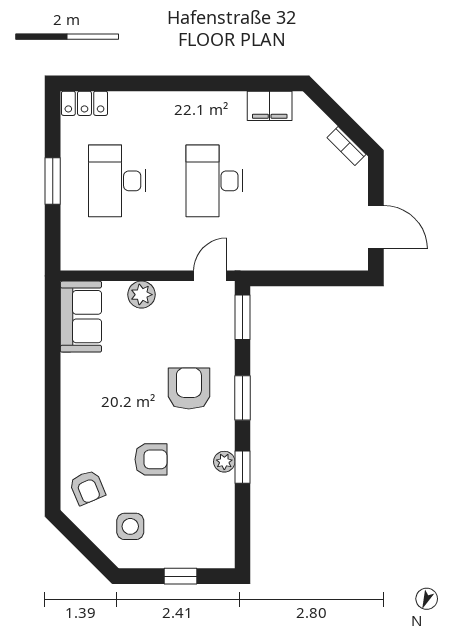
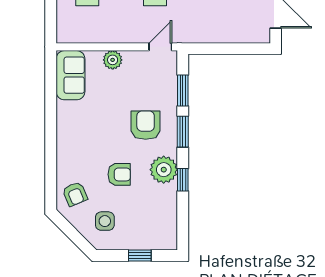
window: (242, 317) -> (183, 90), moved
plant: (224, 462) -> (164, 170), width x1.87, depth x1.87

